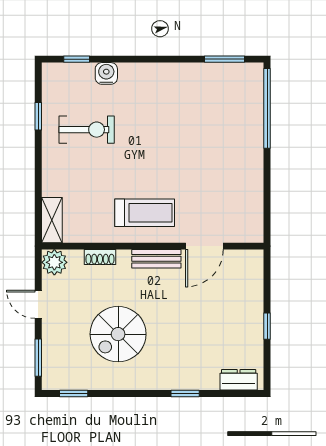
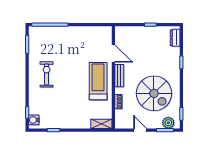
water cooler: (106, 73) -> (34, 120), moved
exercise bike: (87, 130) -> (47, 74), moved
treadmill: (145, 213) -> (98, 81), width x1.37, depth x1.38
plant: (54, 262) -> (168, 123), moved
door: (38, 304) -> (140, 130), swing flipped
spiral stairs: (118, 334) -> (154, 93), width x1.37, depth x1.37

